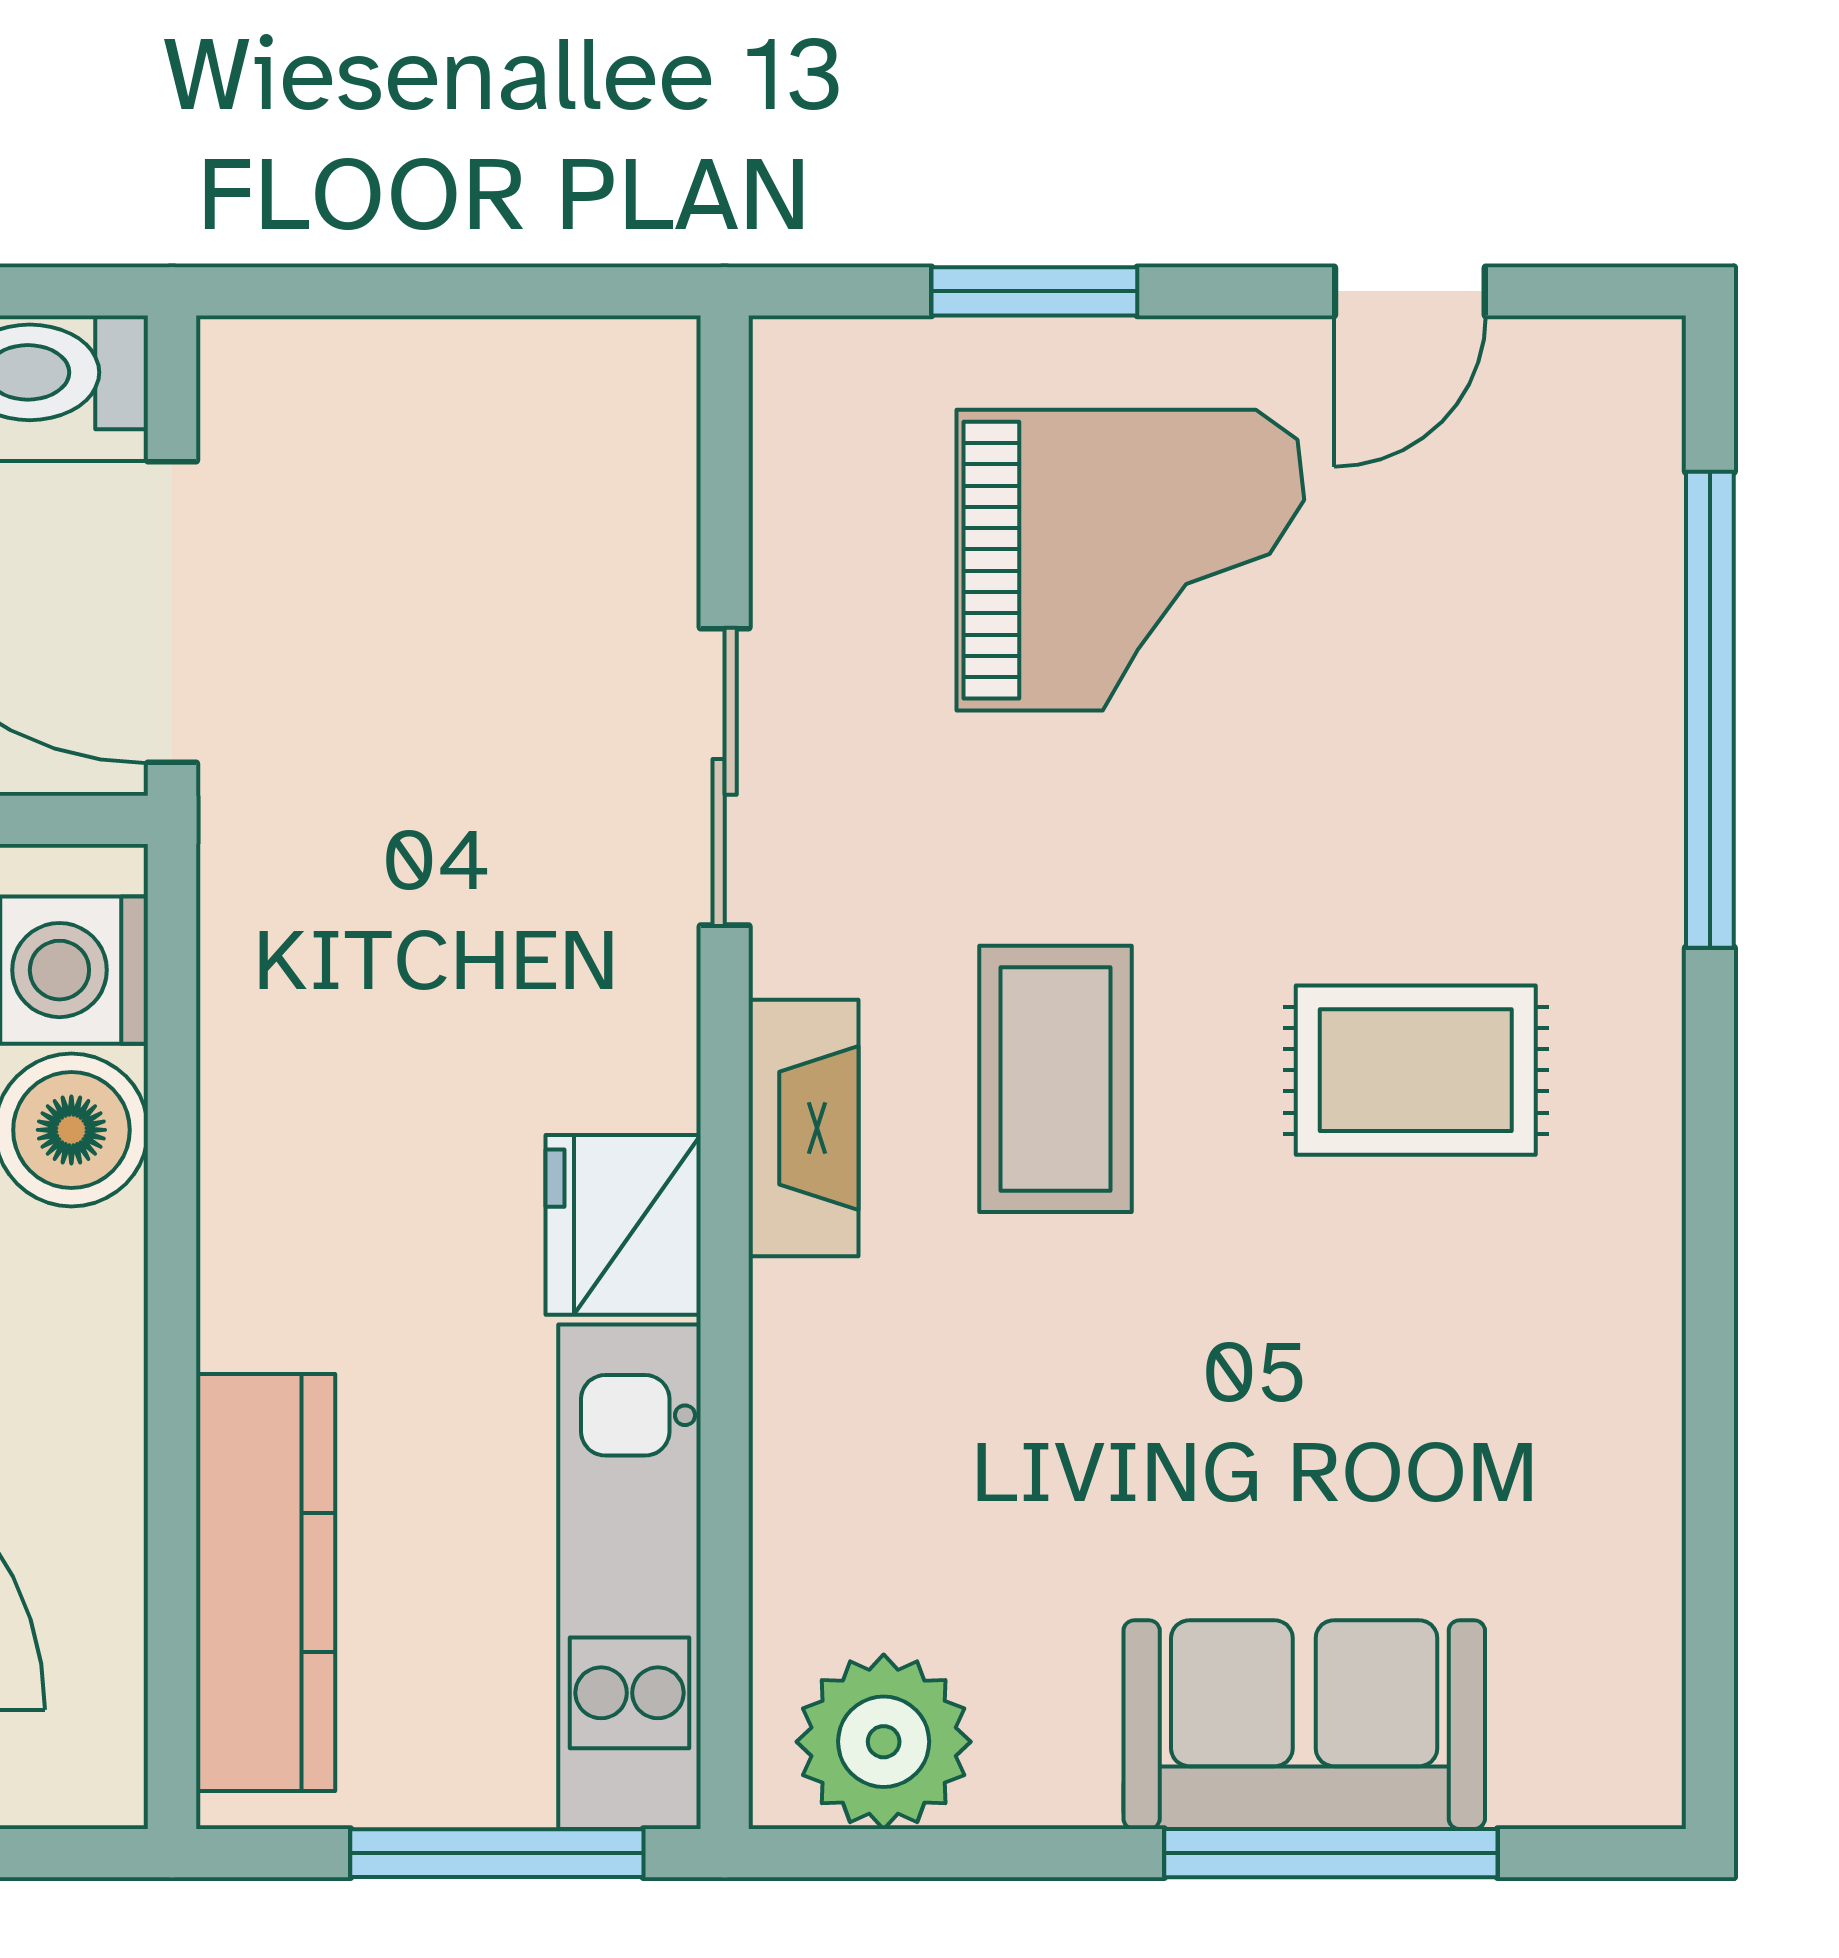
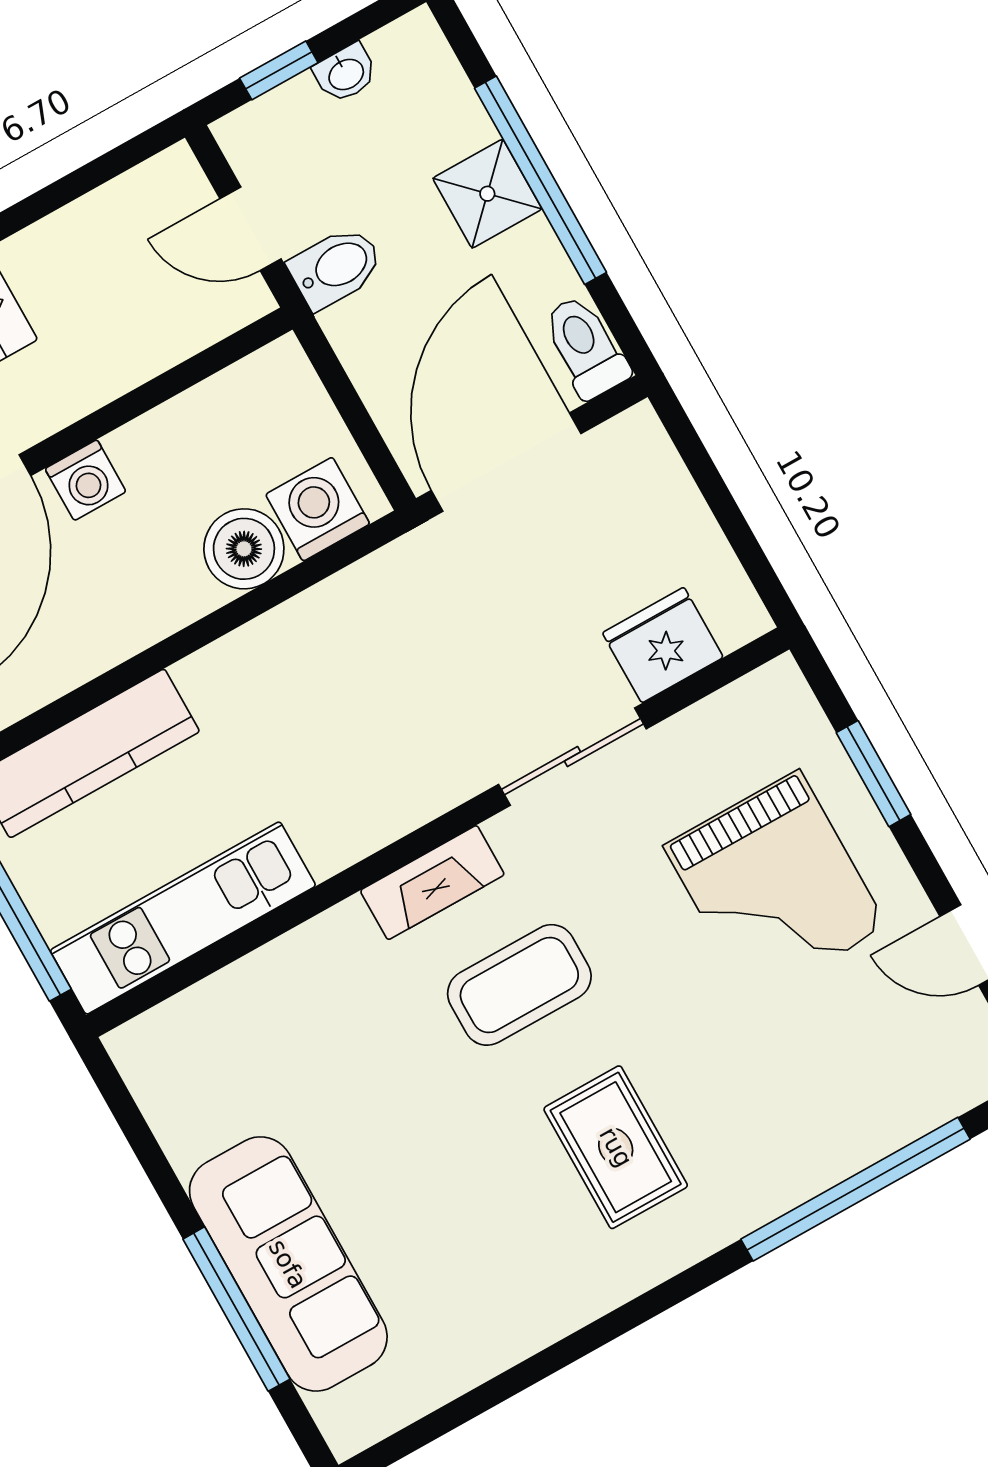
fridge: (623, 1225) -> (663, 645), moved
sofa: (1304, 1725) -> (288, 1264), width x1.36
plant: (884, 1742) -> (173, 1076), removed

